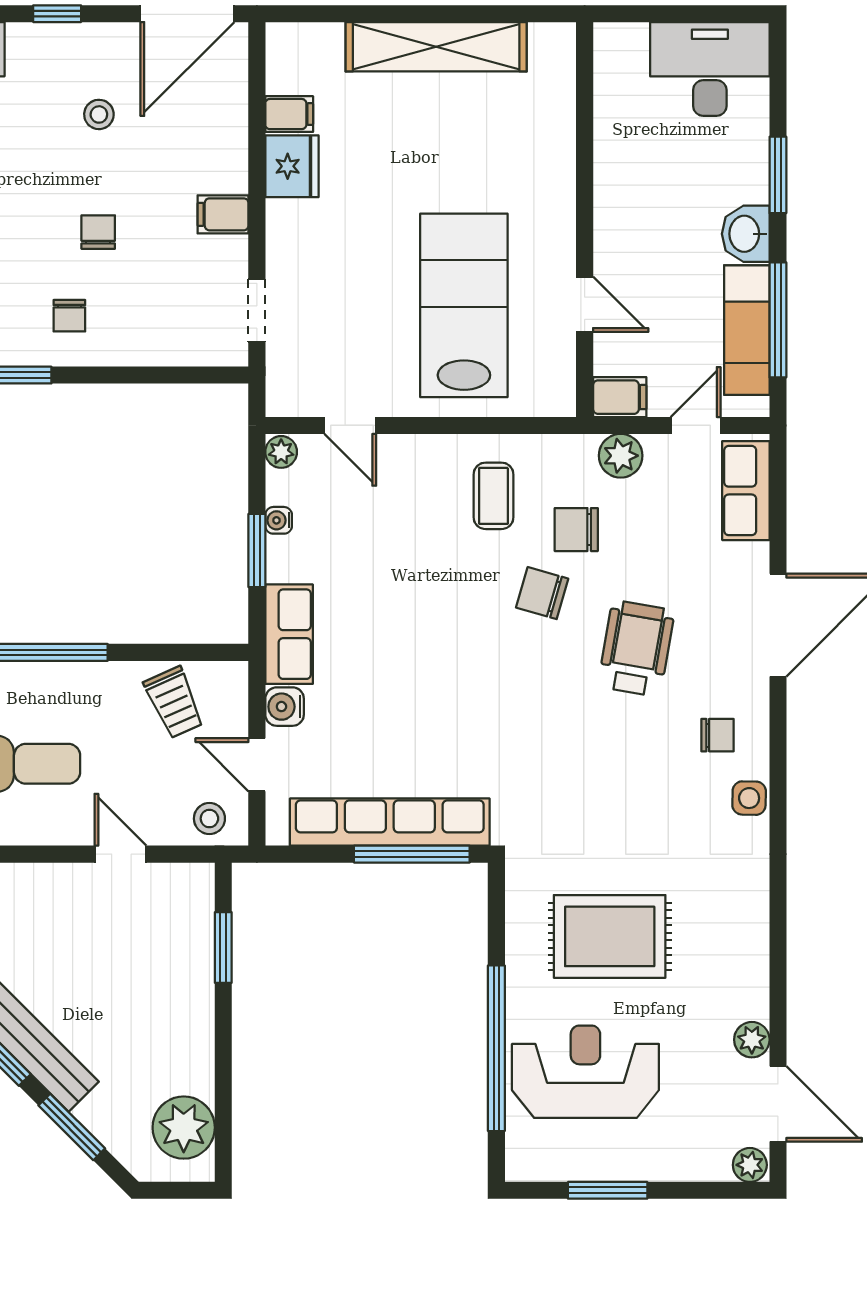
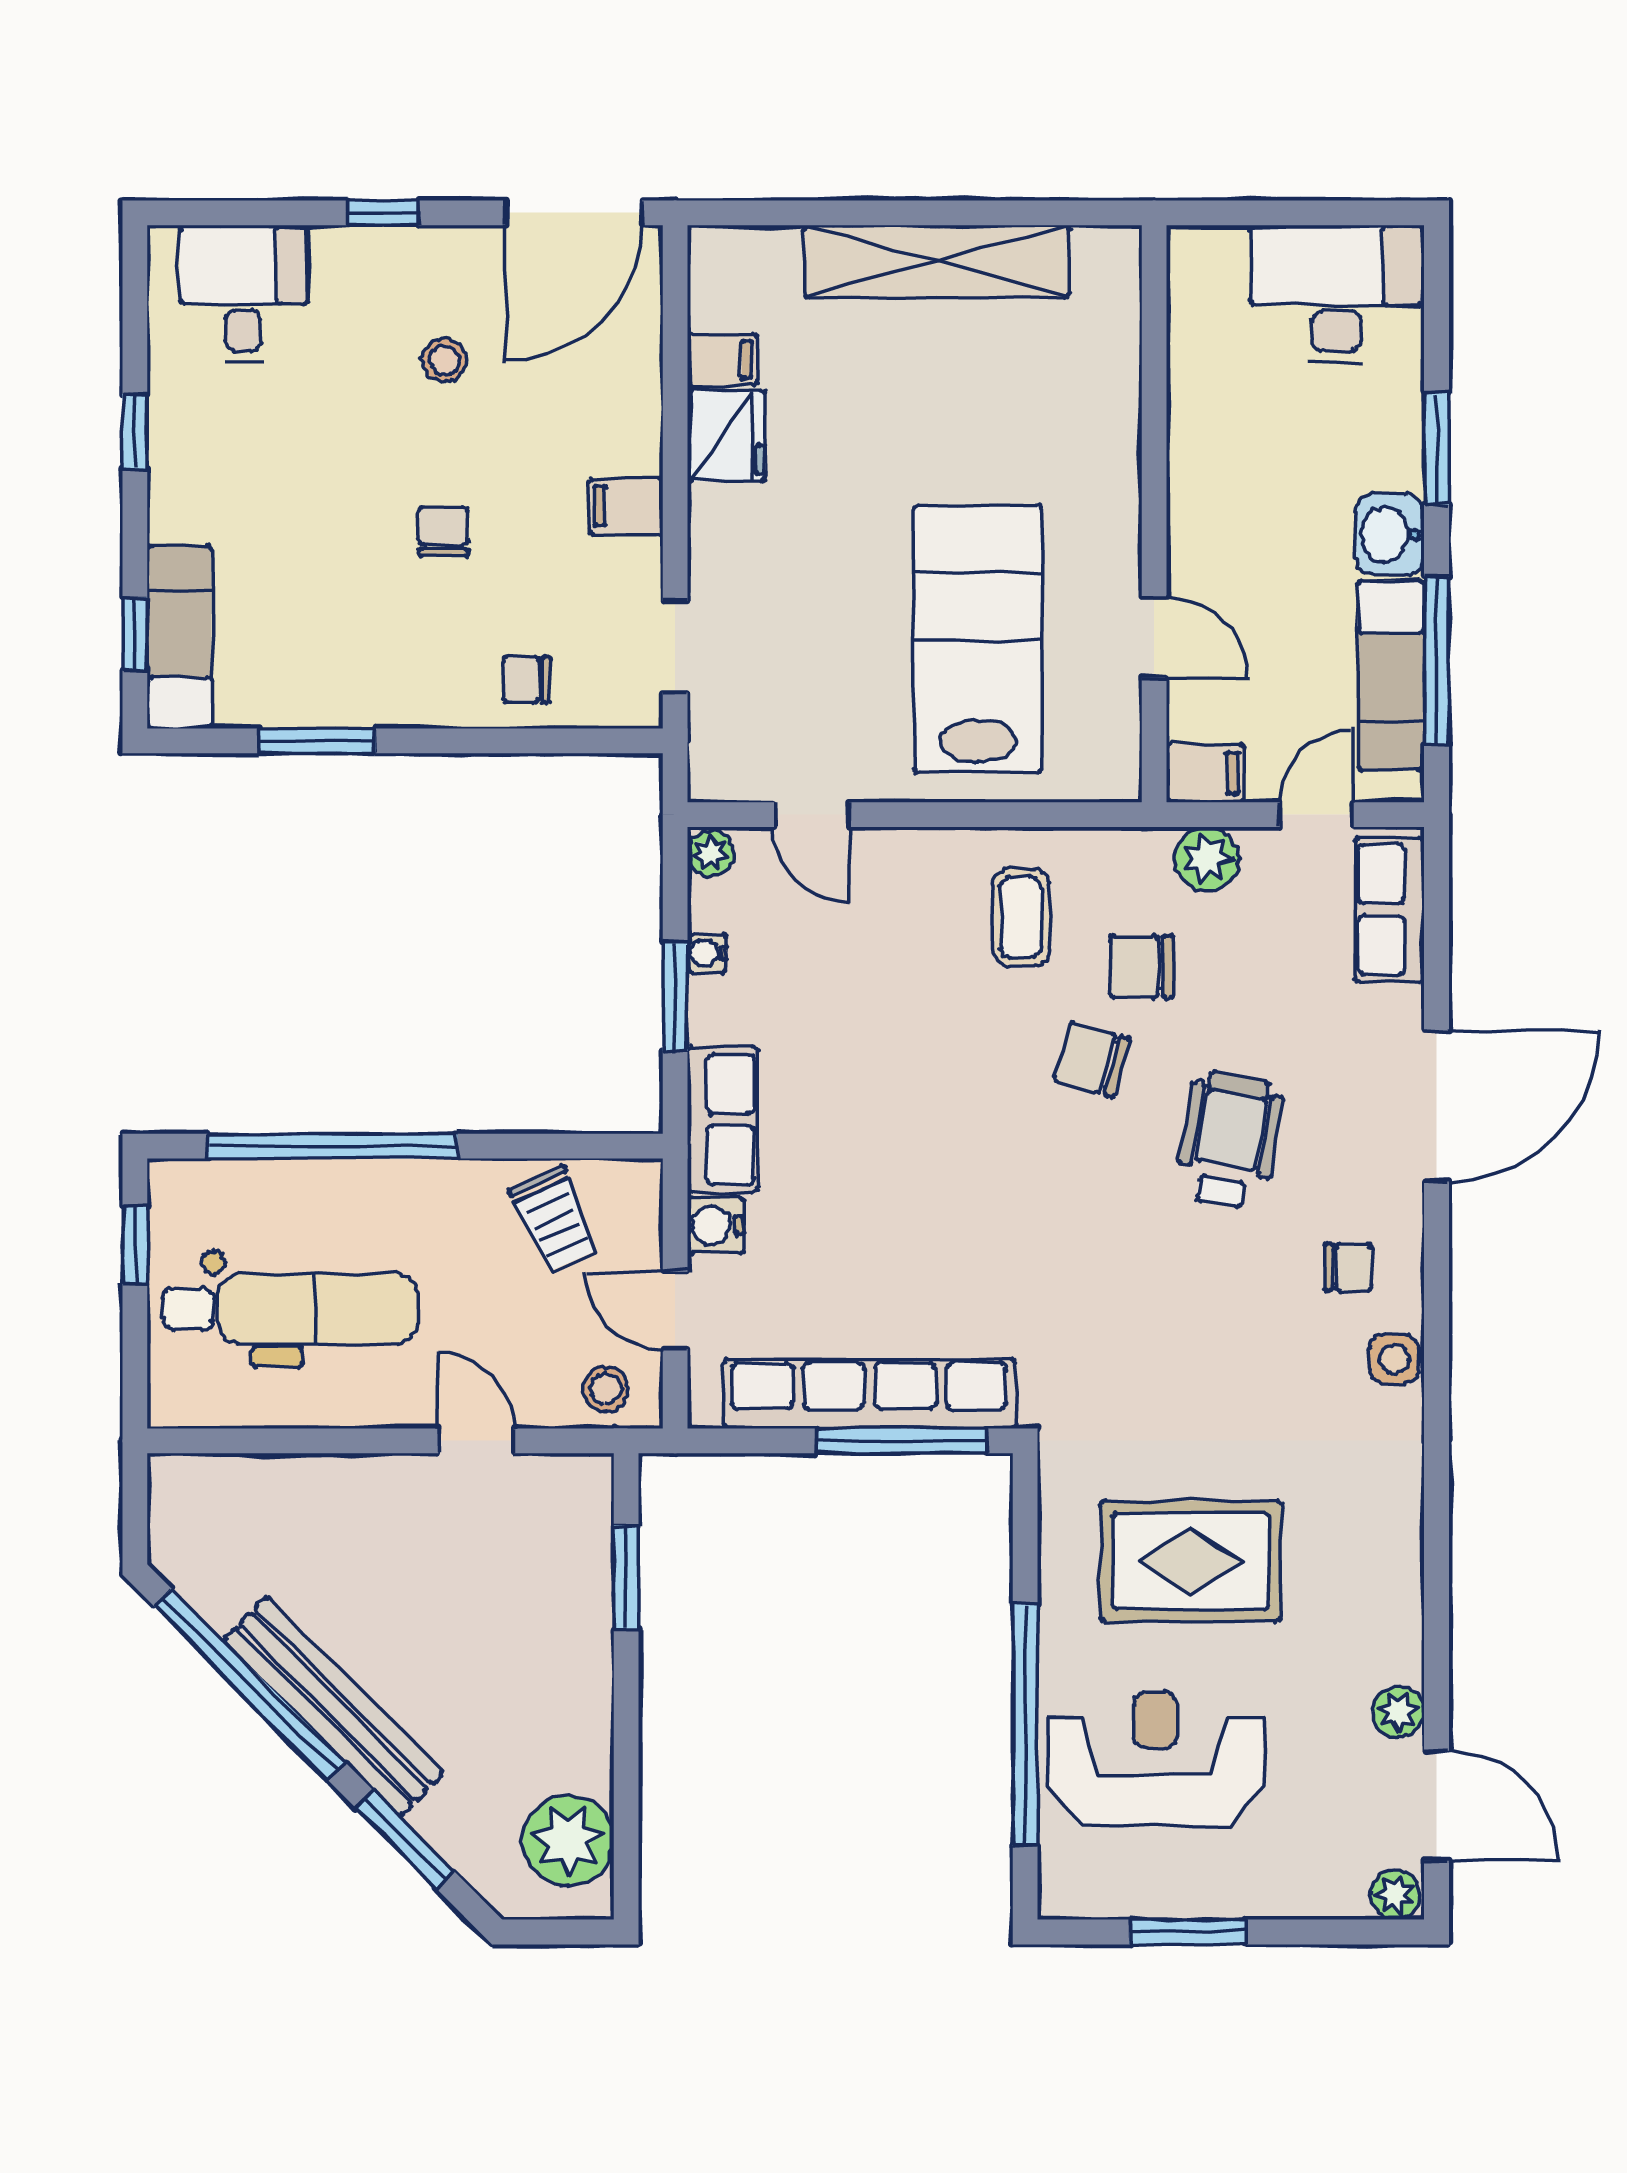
chair: (69, 316) -> (527, 680), moved, turned 90

